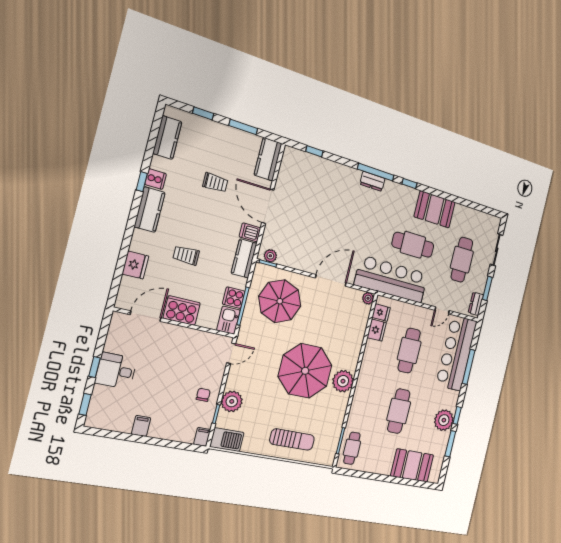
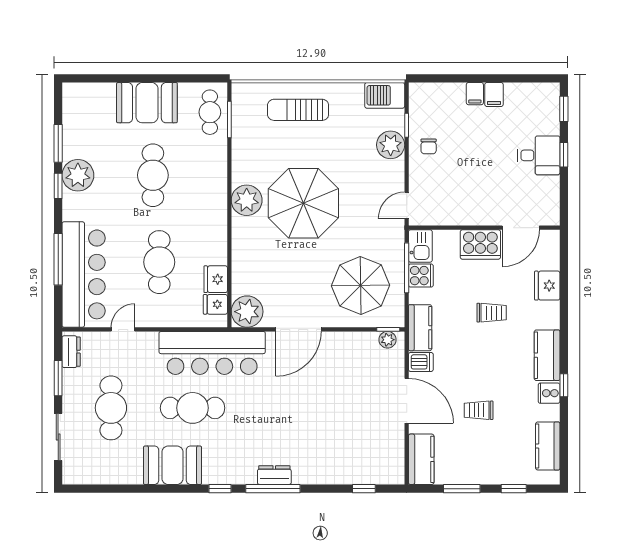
plant: (368, 298) -> (247, 312), width x1.88, depth x1.88
filing cabinet: (202, 437) -> (475, 94), moved
booth: (412, 465) -> (147, 103), moved

